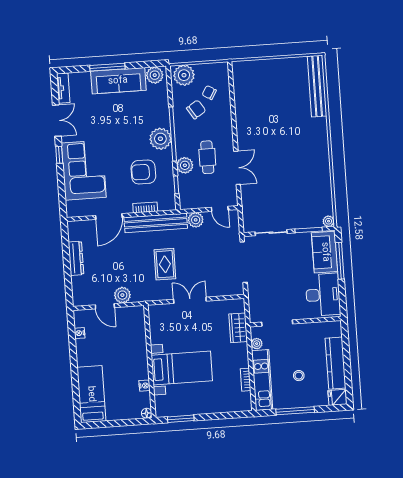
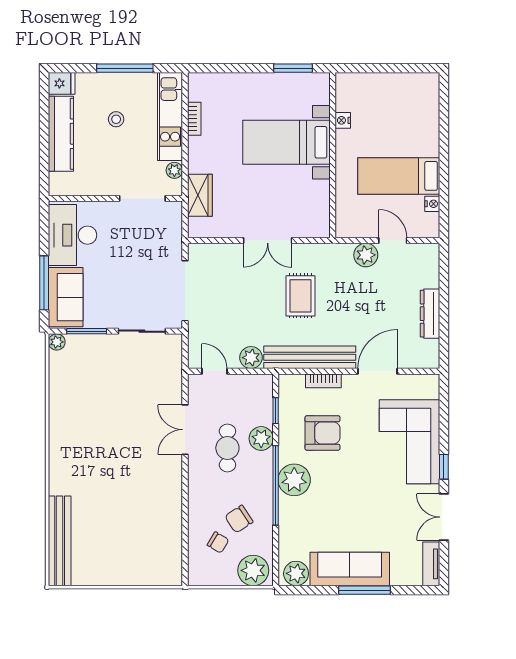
bed: (91, 394) -> (399, 176), moved, turned 90
floor lamp: (147, 413) -> (343, 80), removed

